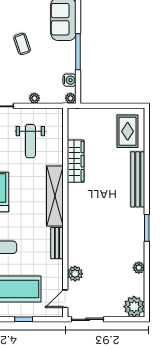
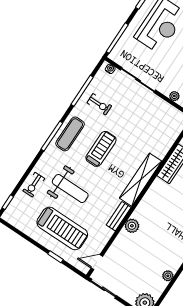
weight bench: (30, 141) -> (150, 126), removed
plant: (75, 274) -> (132, 226), moved

